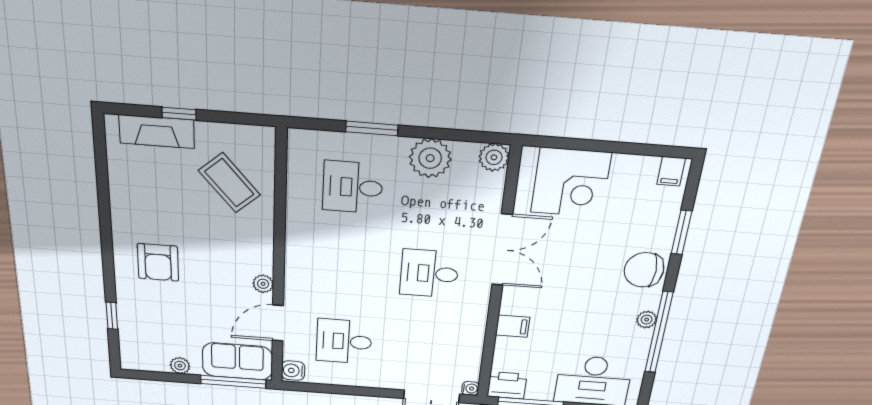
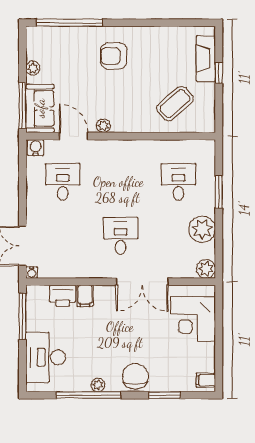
window: (112, 316) -> (70, 23), width x3.17
printer: (507, 385) -> (63, 296), moved, turned 90

